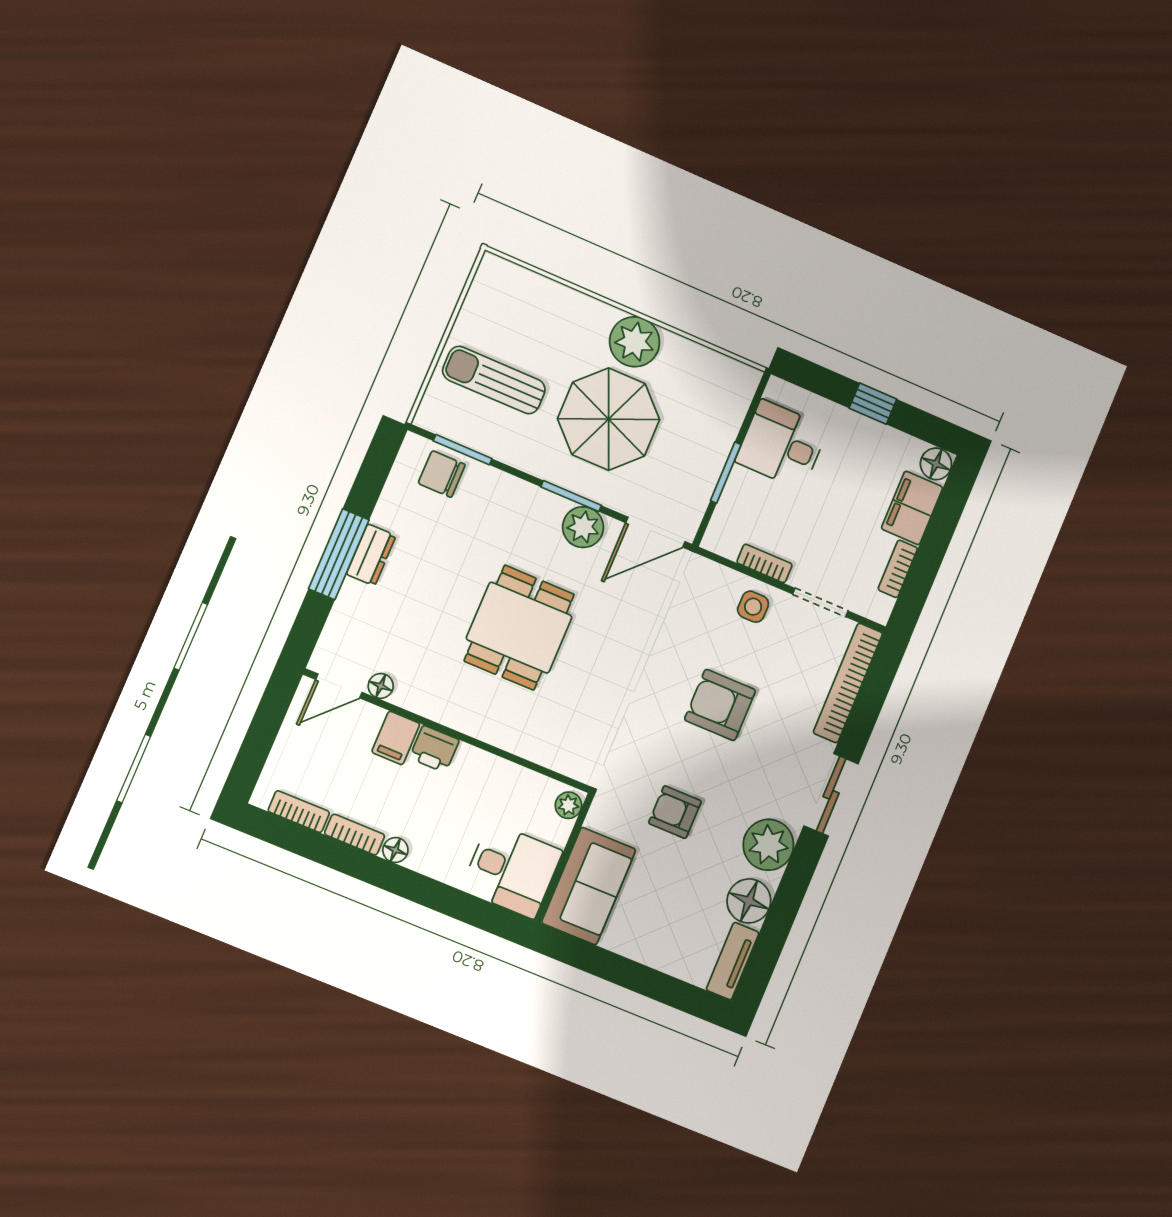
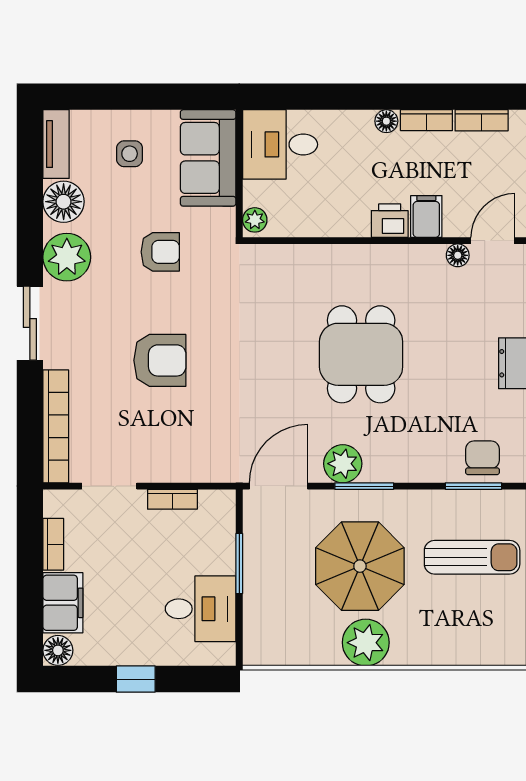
chair: (442, 474) -> (483, 458), turned -90
side table: (753, 607) -> (130, 154), moved

